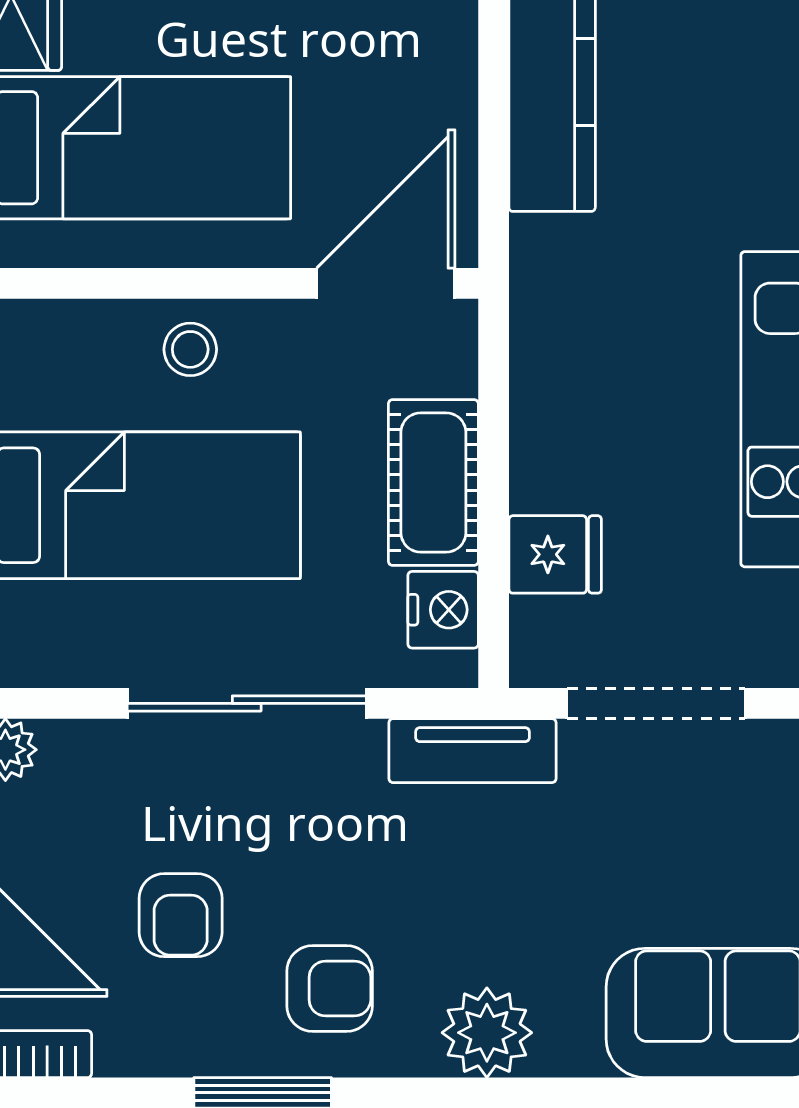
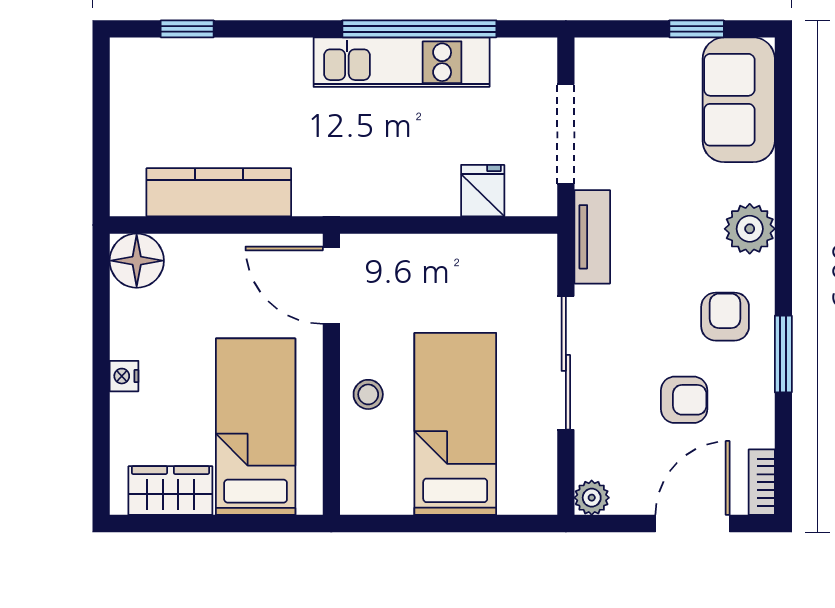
cot: (433, 482) -> (443, 259), removed
nightstand: (443, 610) -> (514, 253), removed

